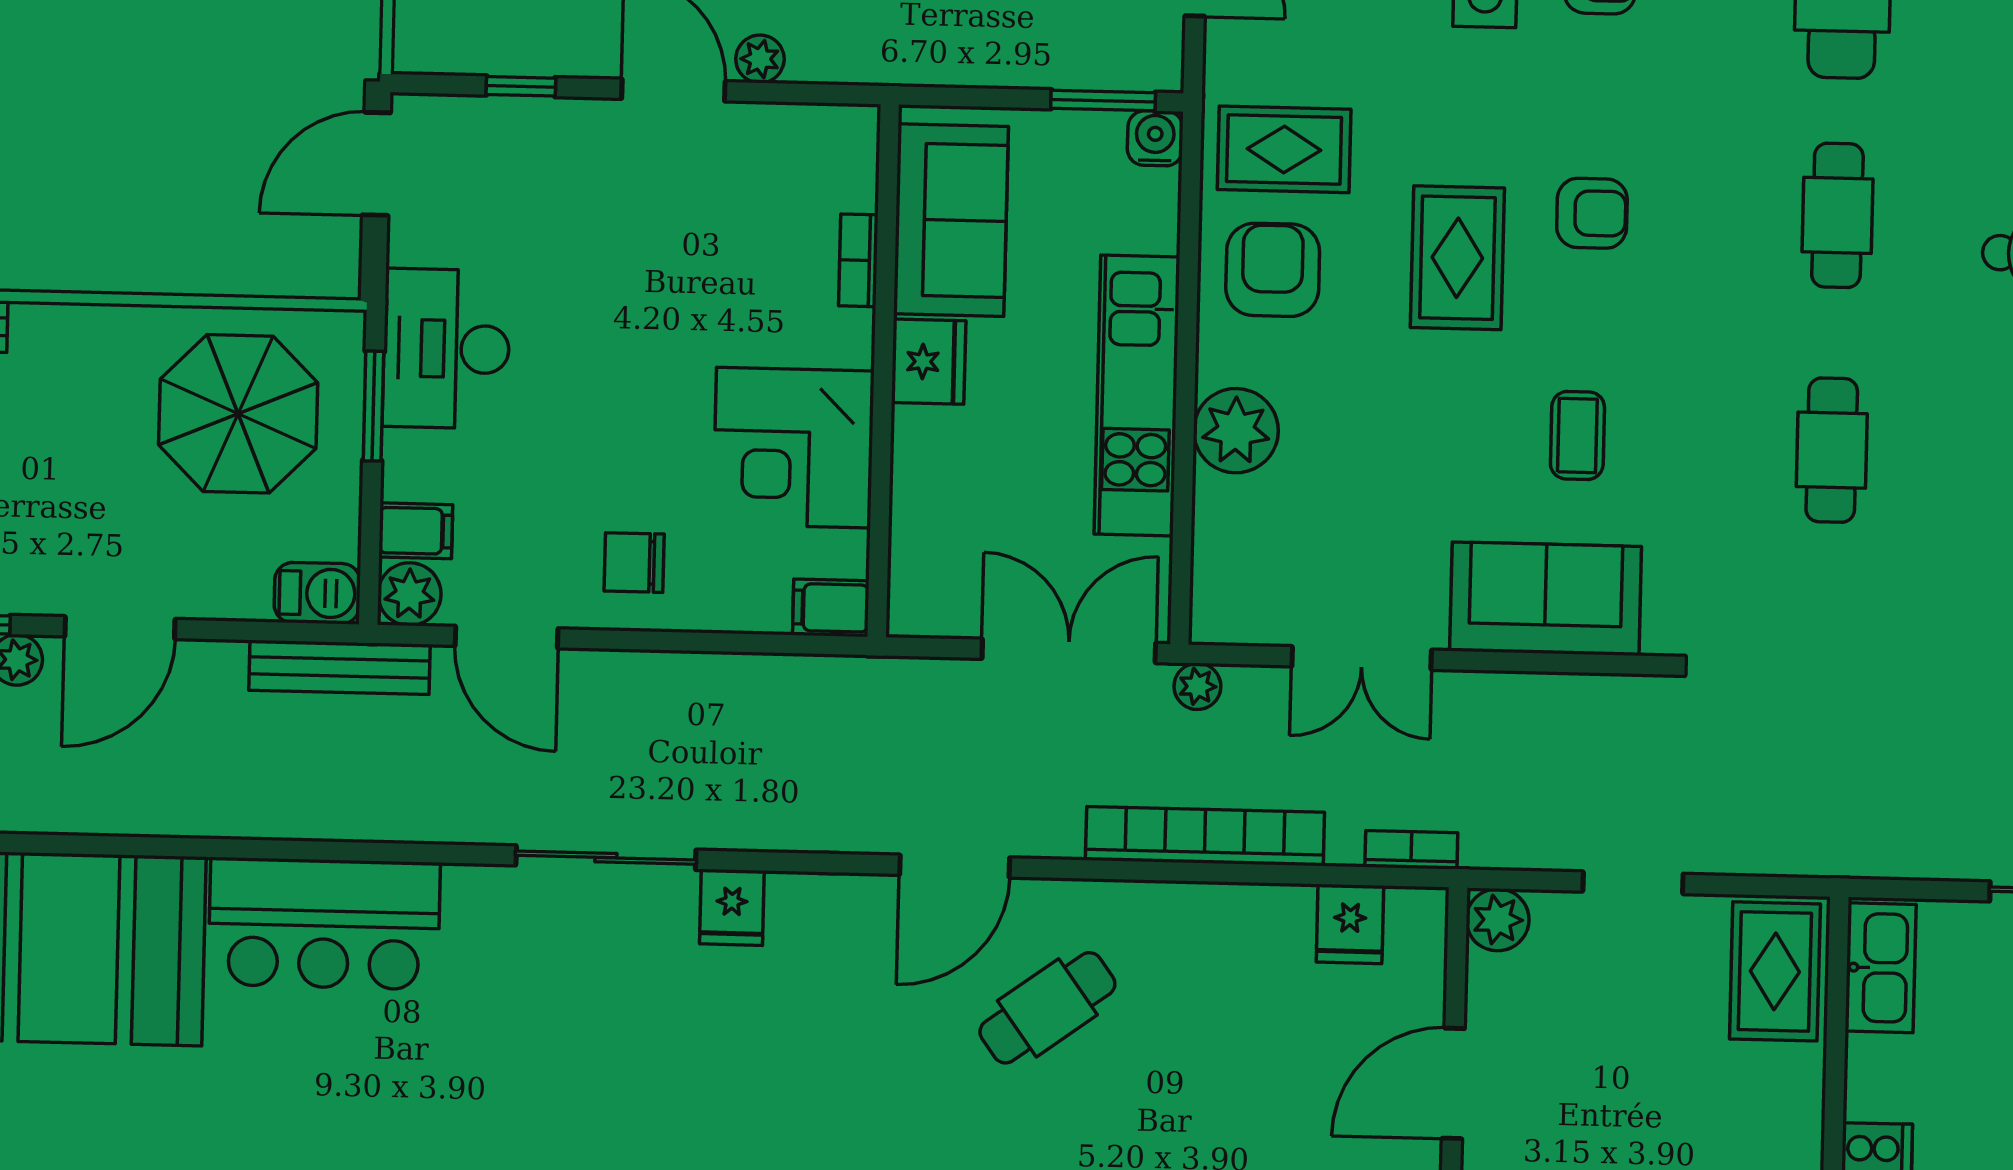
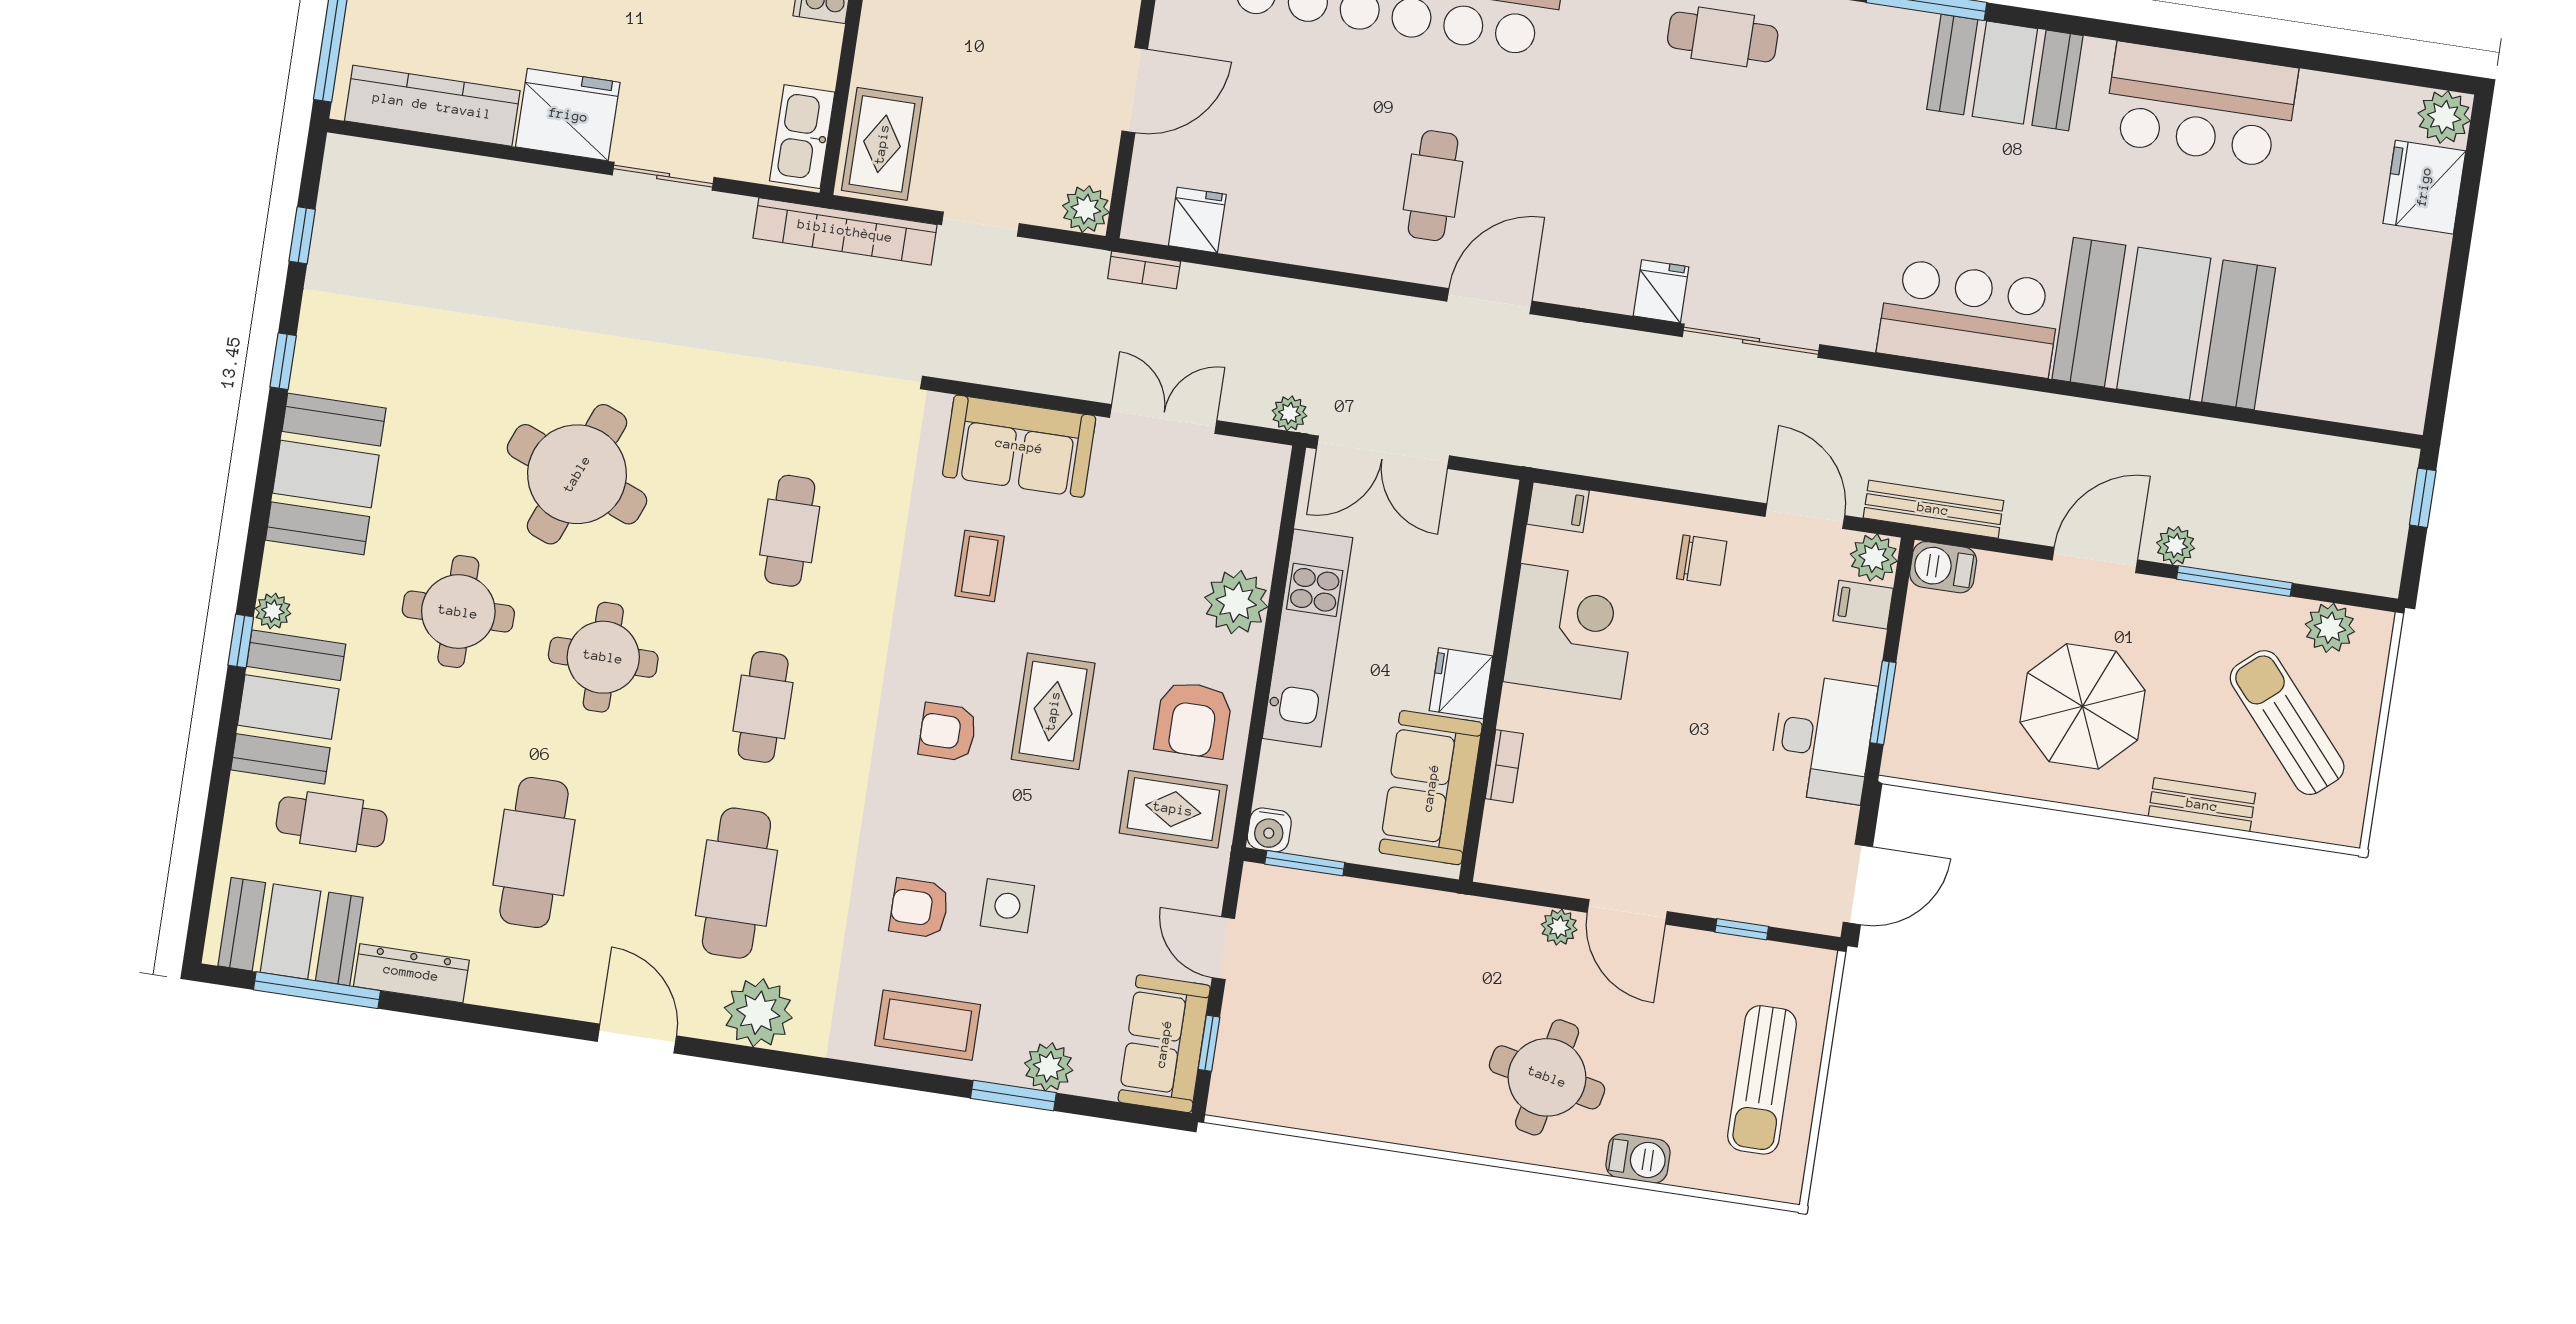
parasol: (238, 414) -> (2083, 706), moved
bookcase: (1205, 836) -> (845, 231), moved
cafe table: (1047, 1008) -> (1433, 186), turned -54

